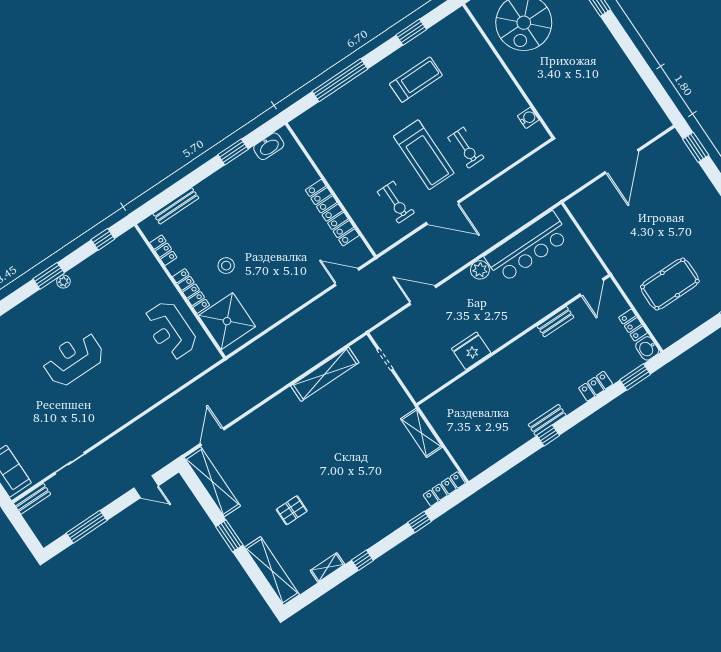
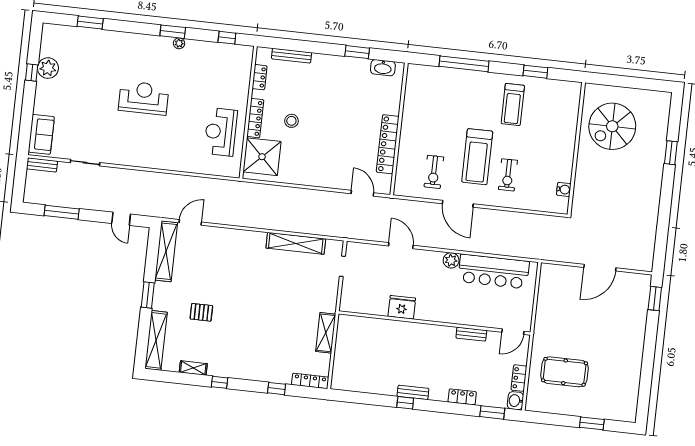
treadmill: (416, 80) -> (513, 104), turned 90

